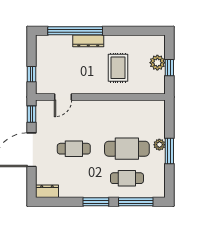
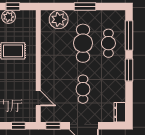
plant: (159, 145) -> (59, 19), moved, width x1.87, depth x1.87

